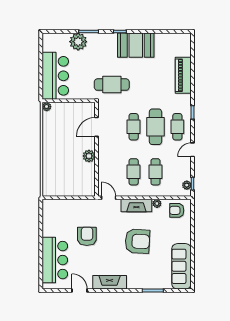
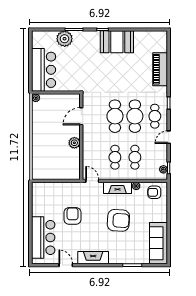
cafe table: (112, 85) -> (95, 78), removed
cafe table: (134, 127) -> (115, 116), width x1.37, depth x1.35

